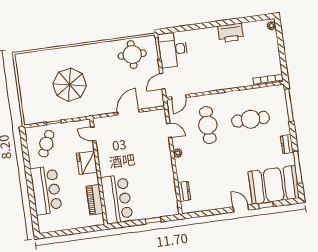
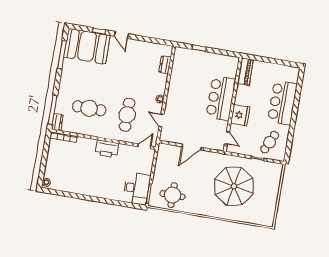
printer: (231, 33) -> (107, 149), moved, turned 180
door: (162, 81) -> (154, 164), removed
parasol: (70, 85) -> (234, 186), width x1.36, depth x1.36
dresser: (287, 144) -> (57, 122), moved
bar counter: (117, 199) -> (221, 98), moved
piano: (94, 200) -> (245, 72), moved

